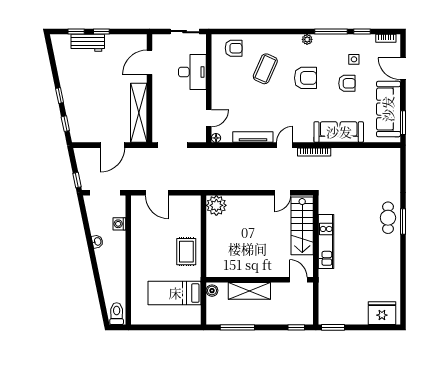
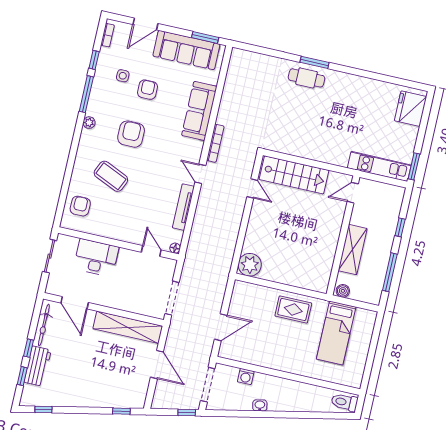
bicycle: (124, 40) -> (44, 325), added
window: (60, 96) -> (43, 410), moved
kitchen unit: (326, 241) -> (379, 166), moved
window: (296, 327) -> (400, 227), moved

